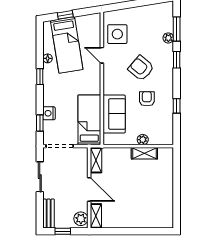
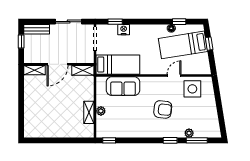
armchair: (141, 68) -> (163, 109), turned 56
window: (40, 77) -> (179, 22), moved
armchair: (147, 99) -> (136, 114), removed
window: (177, 106) -> (109, 140), moved
plant: (81, 219) -> (32, 57), removed

